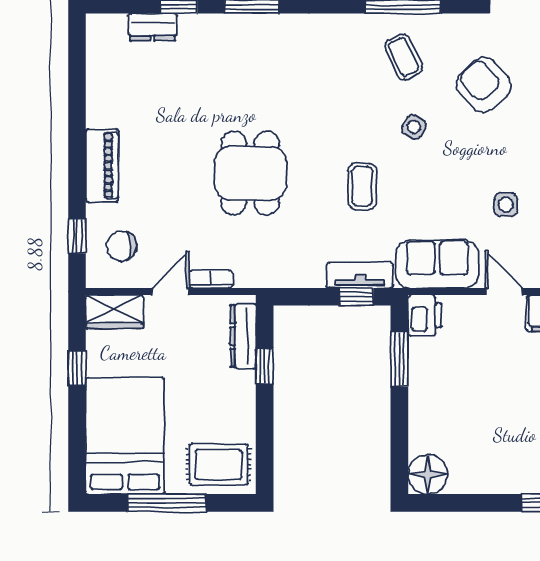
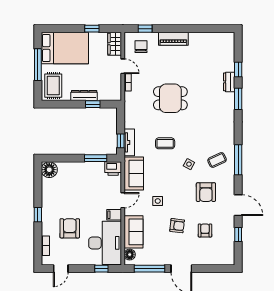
dresser: (152, 27) -> (229, 82), moved
armchair: (484, 85) -> (206, 192), turned 131
dresser: (243, 336) -> (84, 95), moved

